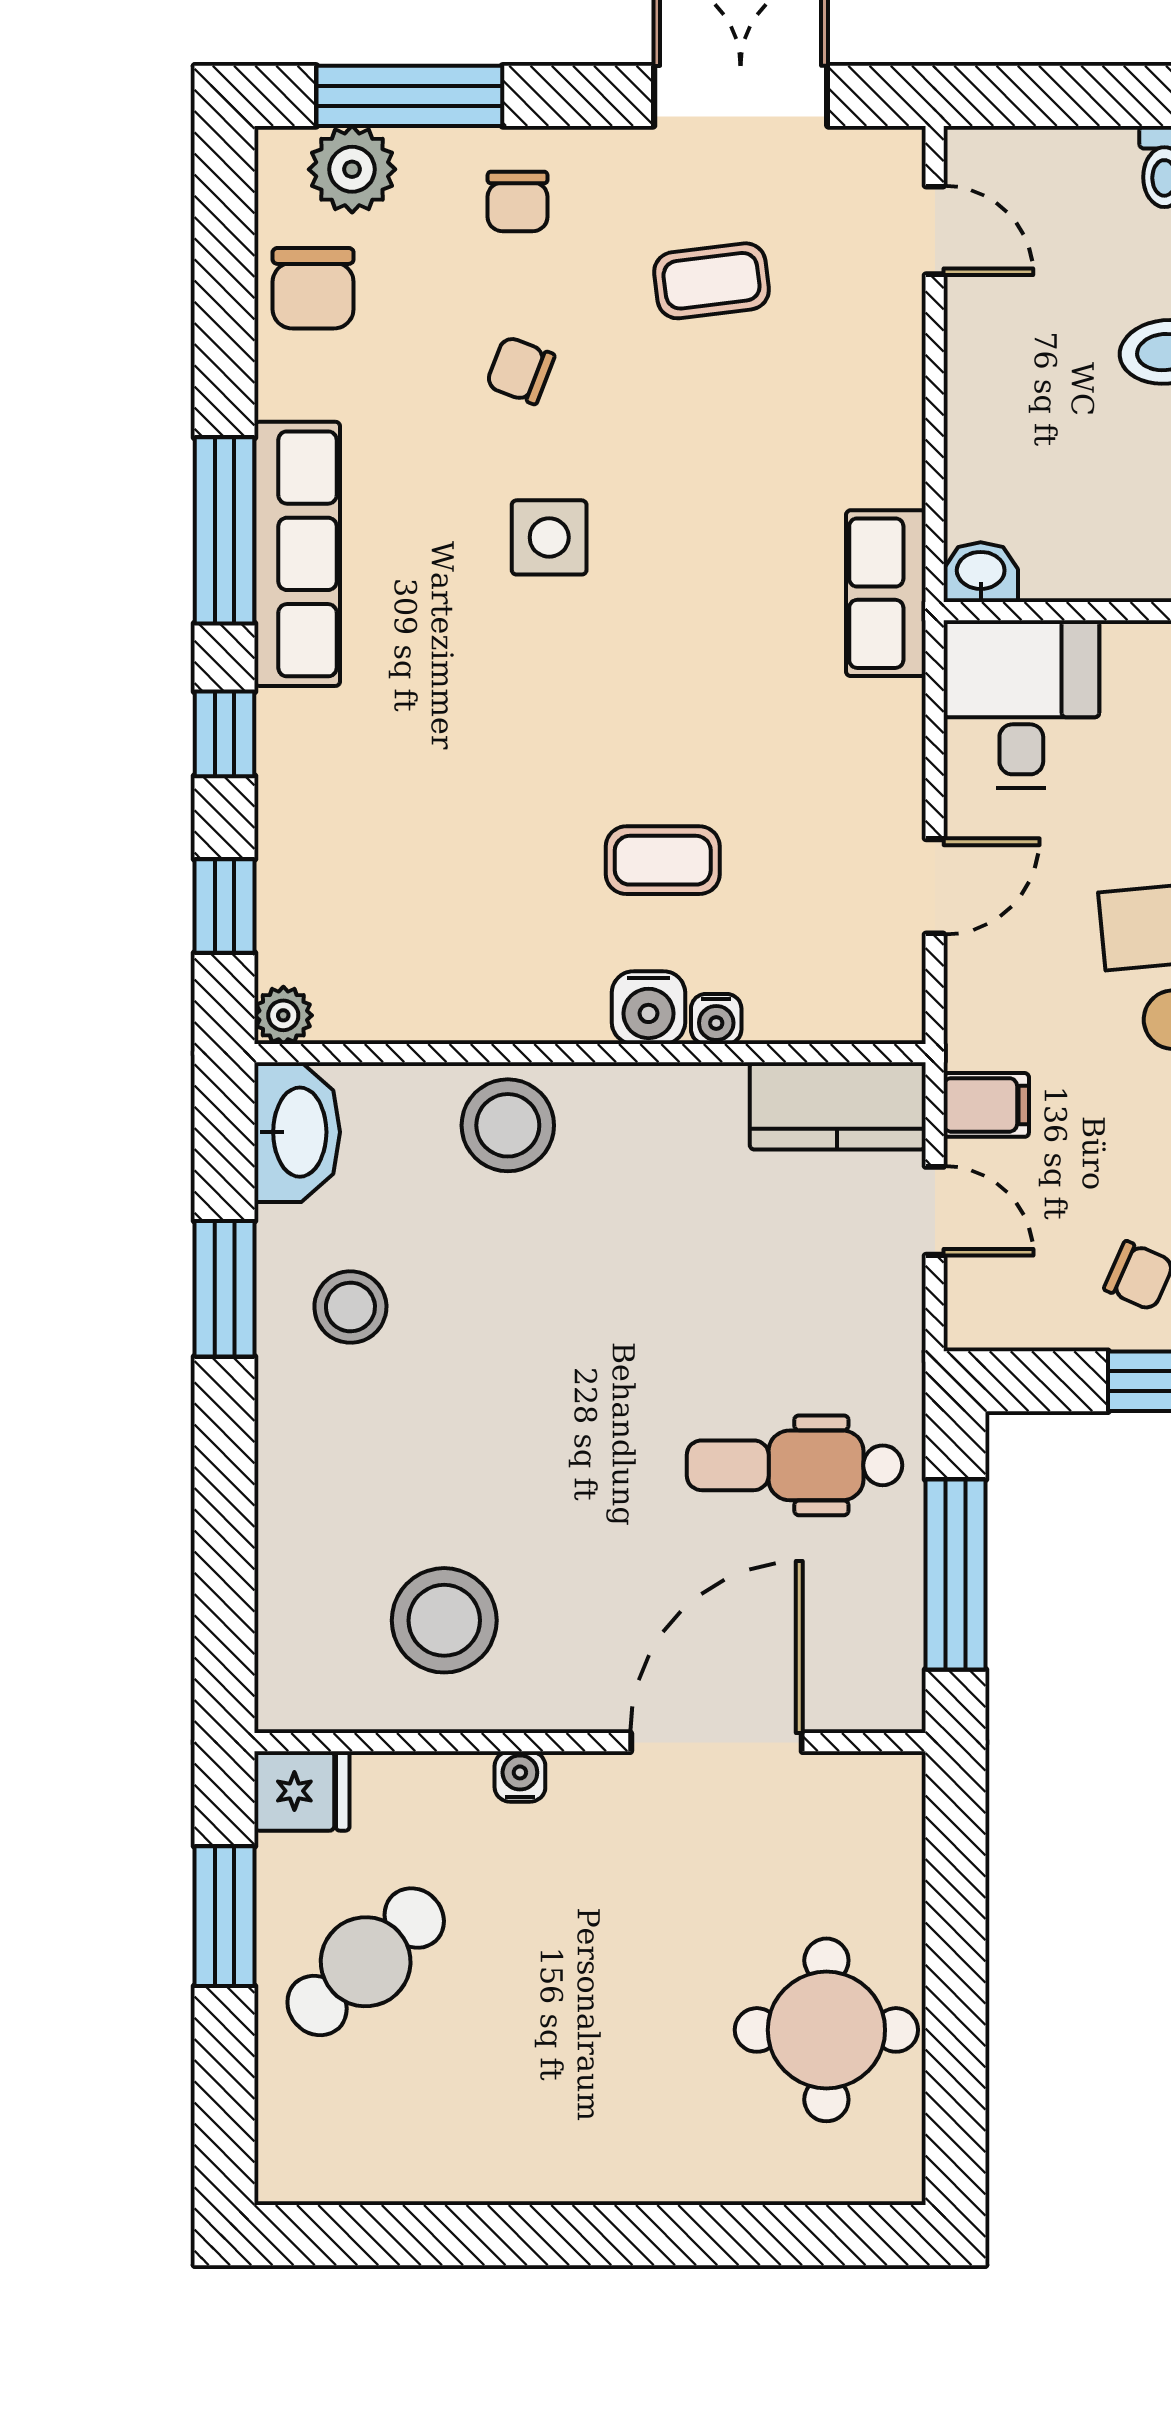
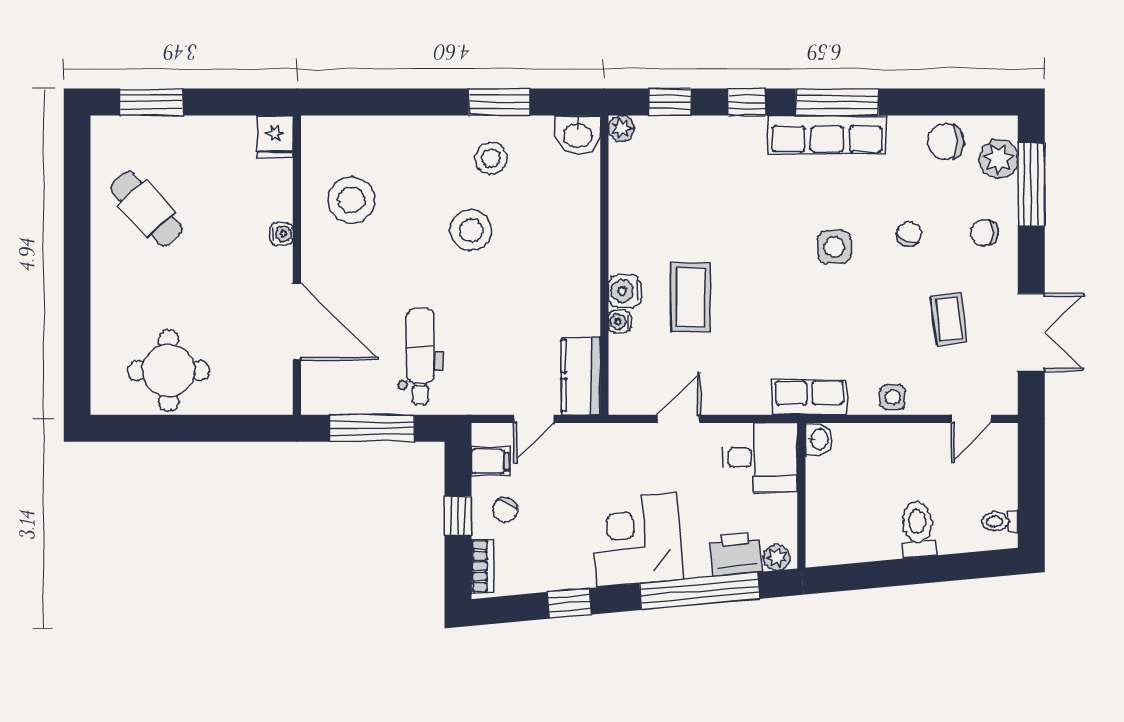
side table: (886, 407) -> (893, 397), added
coffee table: (663, 860) -> (690, 298), width x1.36, depth x1.30
door: (935, 886) -> (679, 419), swing flipped
filing cabinet: (986, 1105) -> (490, 462), moved, turned -90
stool: (508, 1125) -> (471, 230), moved
washbasin: (297, 1132) -> (578, 135), width x0.72
window: (224, 1916) -> (151, 102), moved
cafe table: (366, 1962) -> (146, 209), moved

